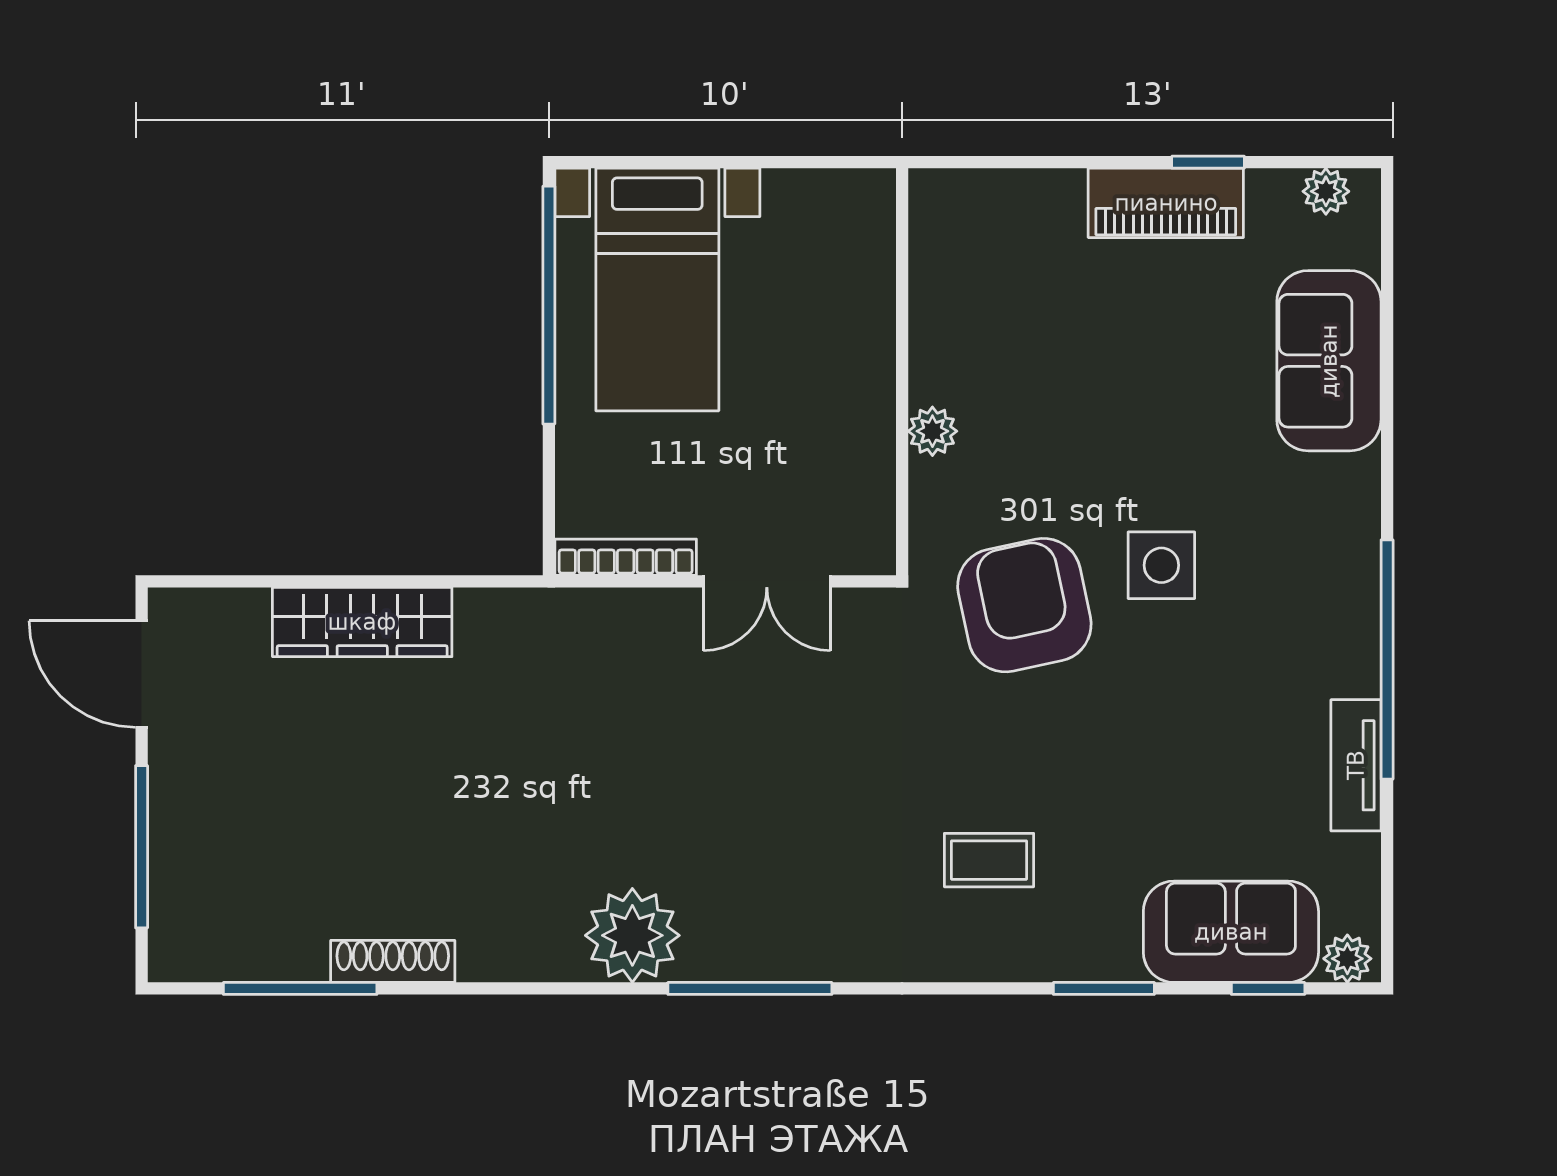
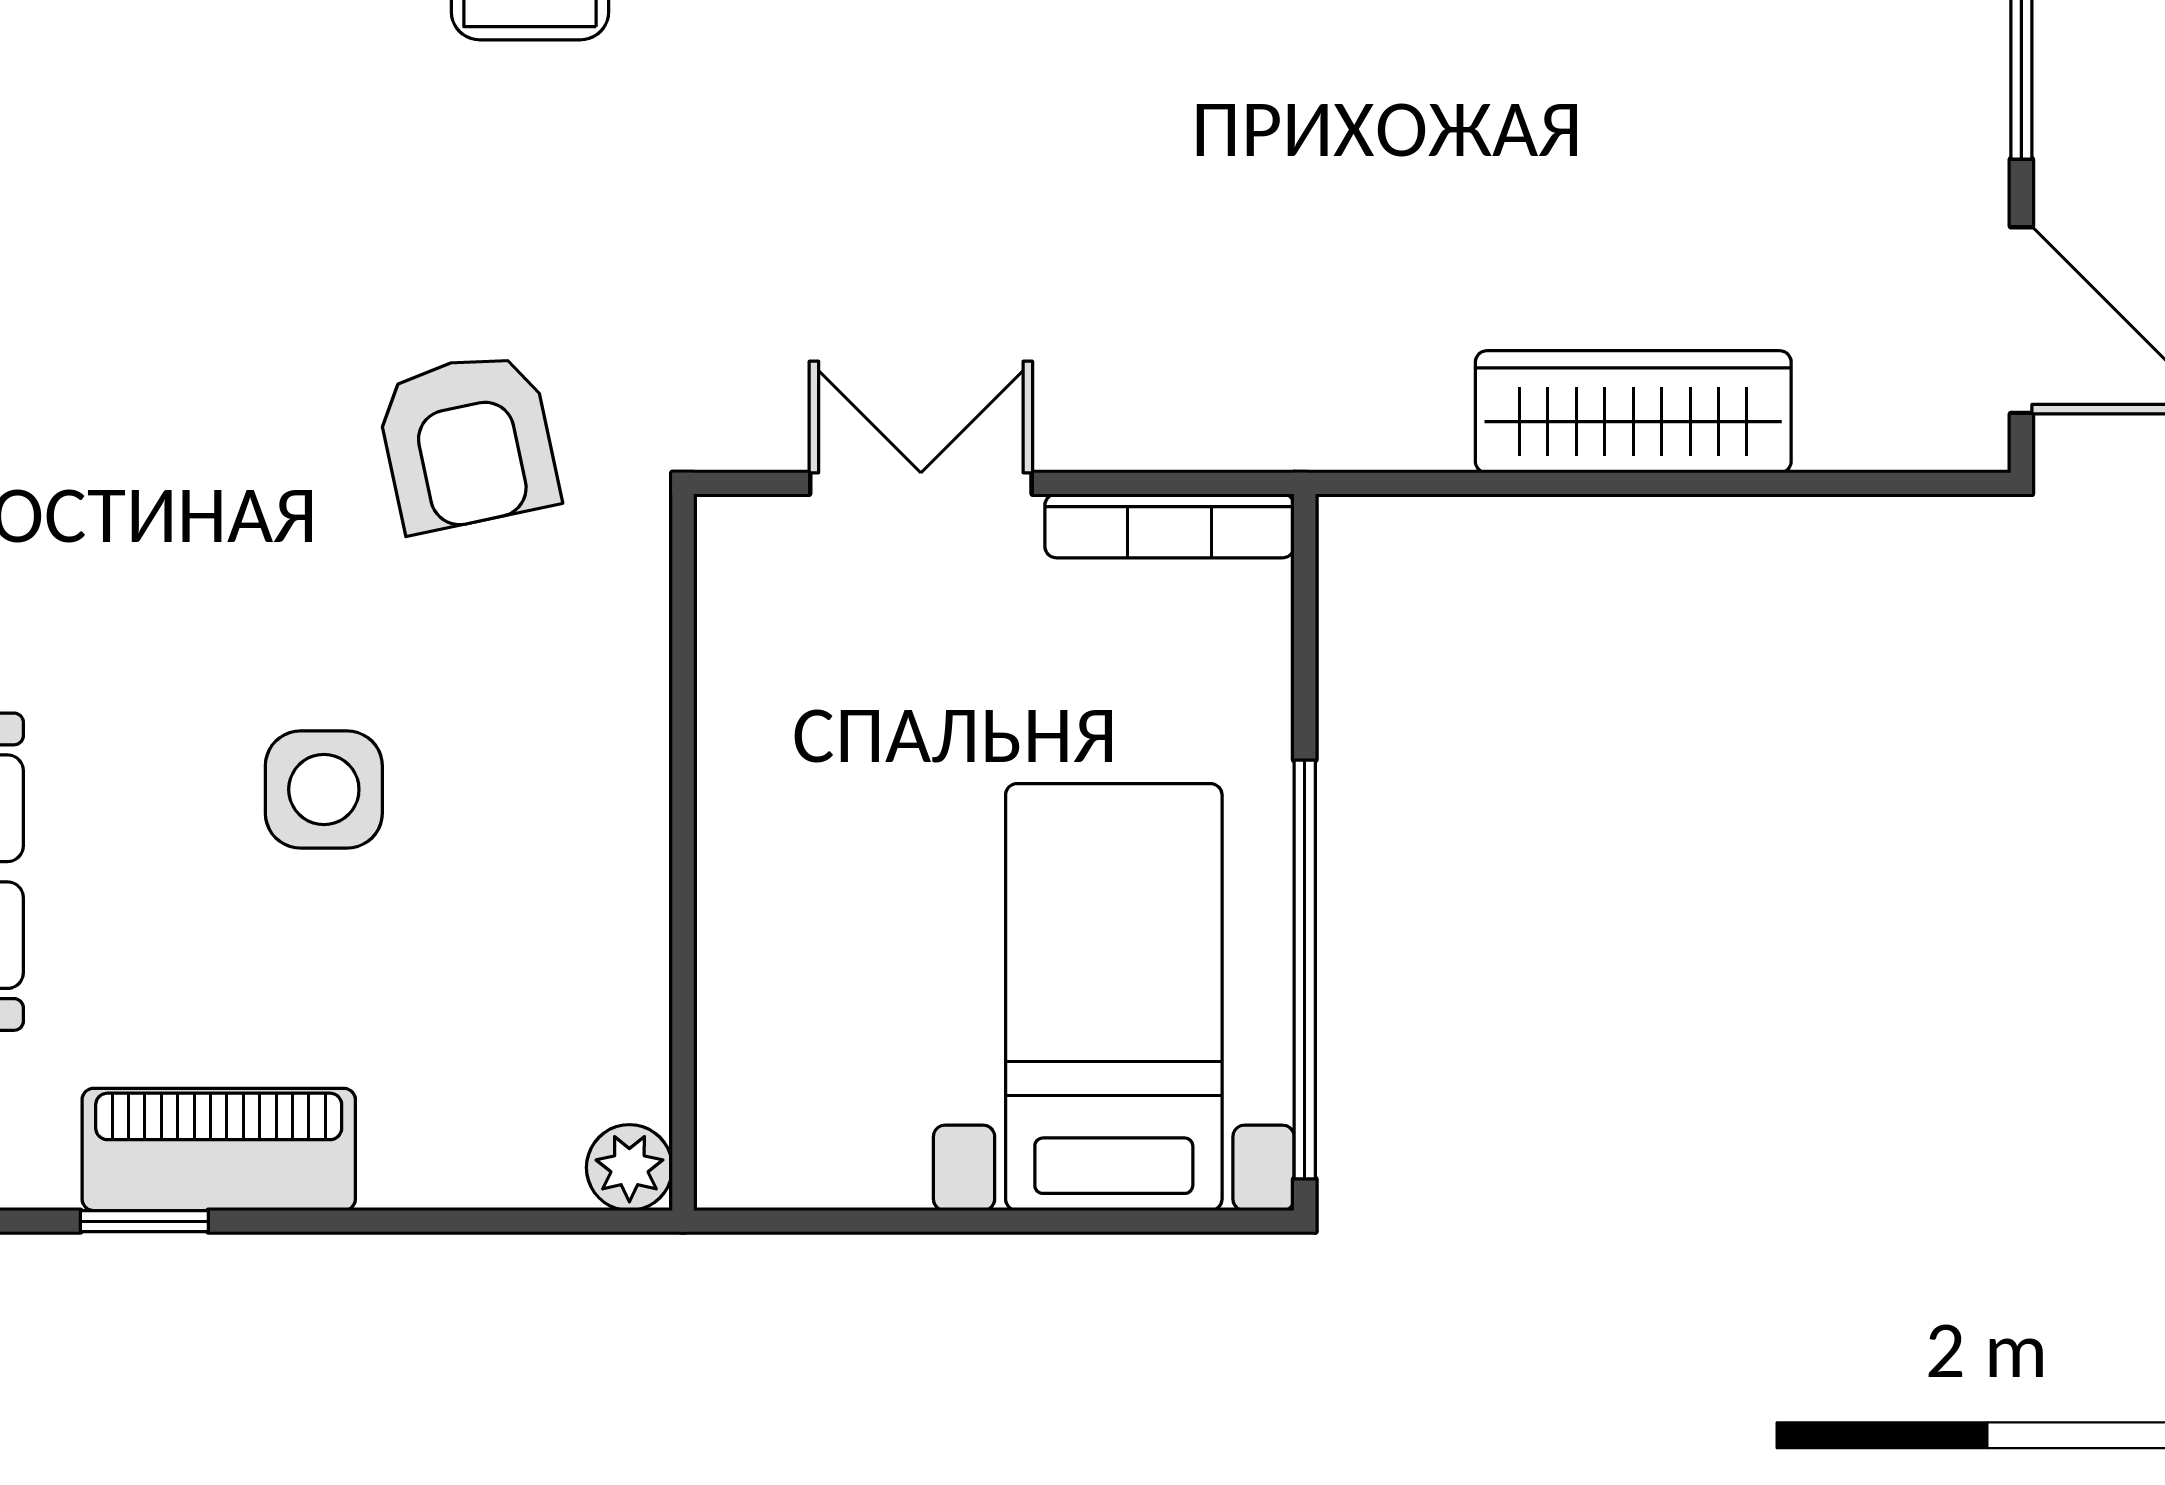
plant: (932, 431) -> (629, 1168), moved
side table: (1161, 565) -> (324, 789), moved
armchair: (1024, 605) -> (468, 441), width x0.73, depth x0.73

